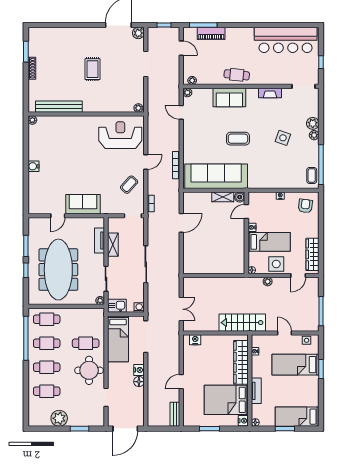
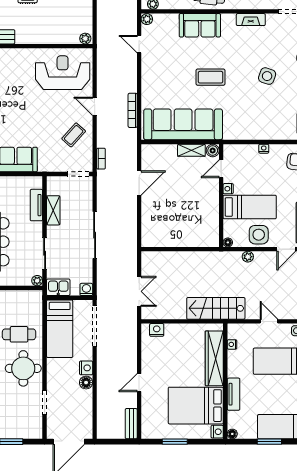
door: (146, 162) -> (95, 106), swing flipped

